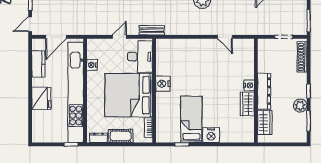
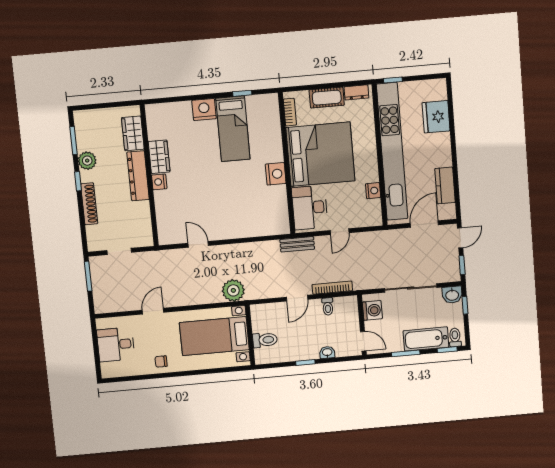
shoe rack: (302, 57) -> (89, 204), moved
fridge: (41, 98) -> (436, 117), moved

